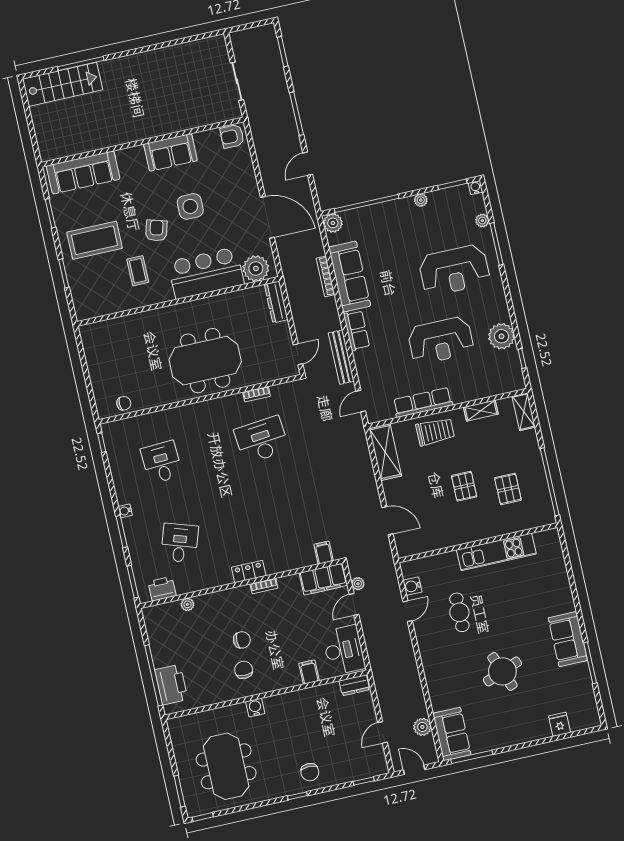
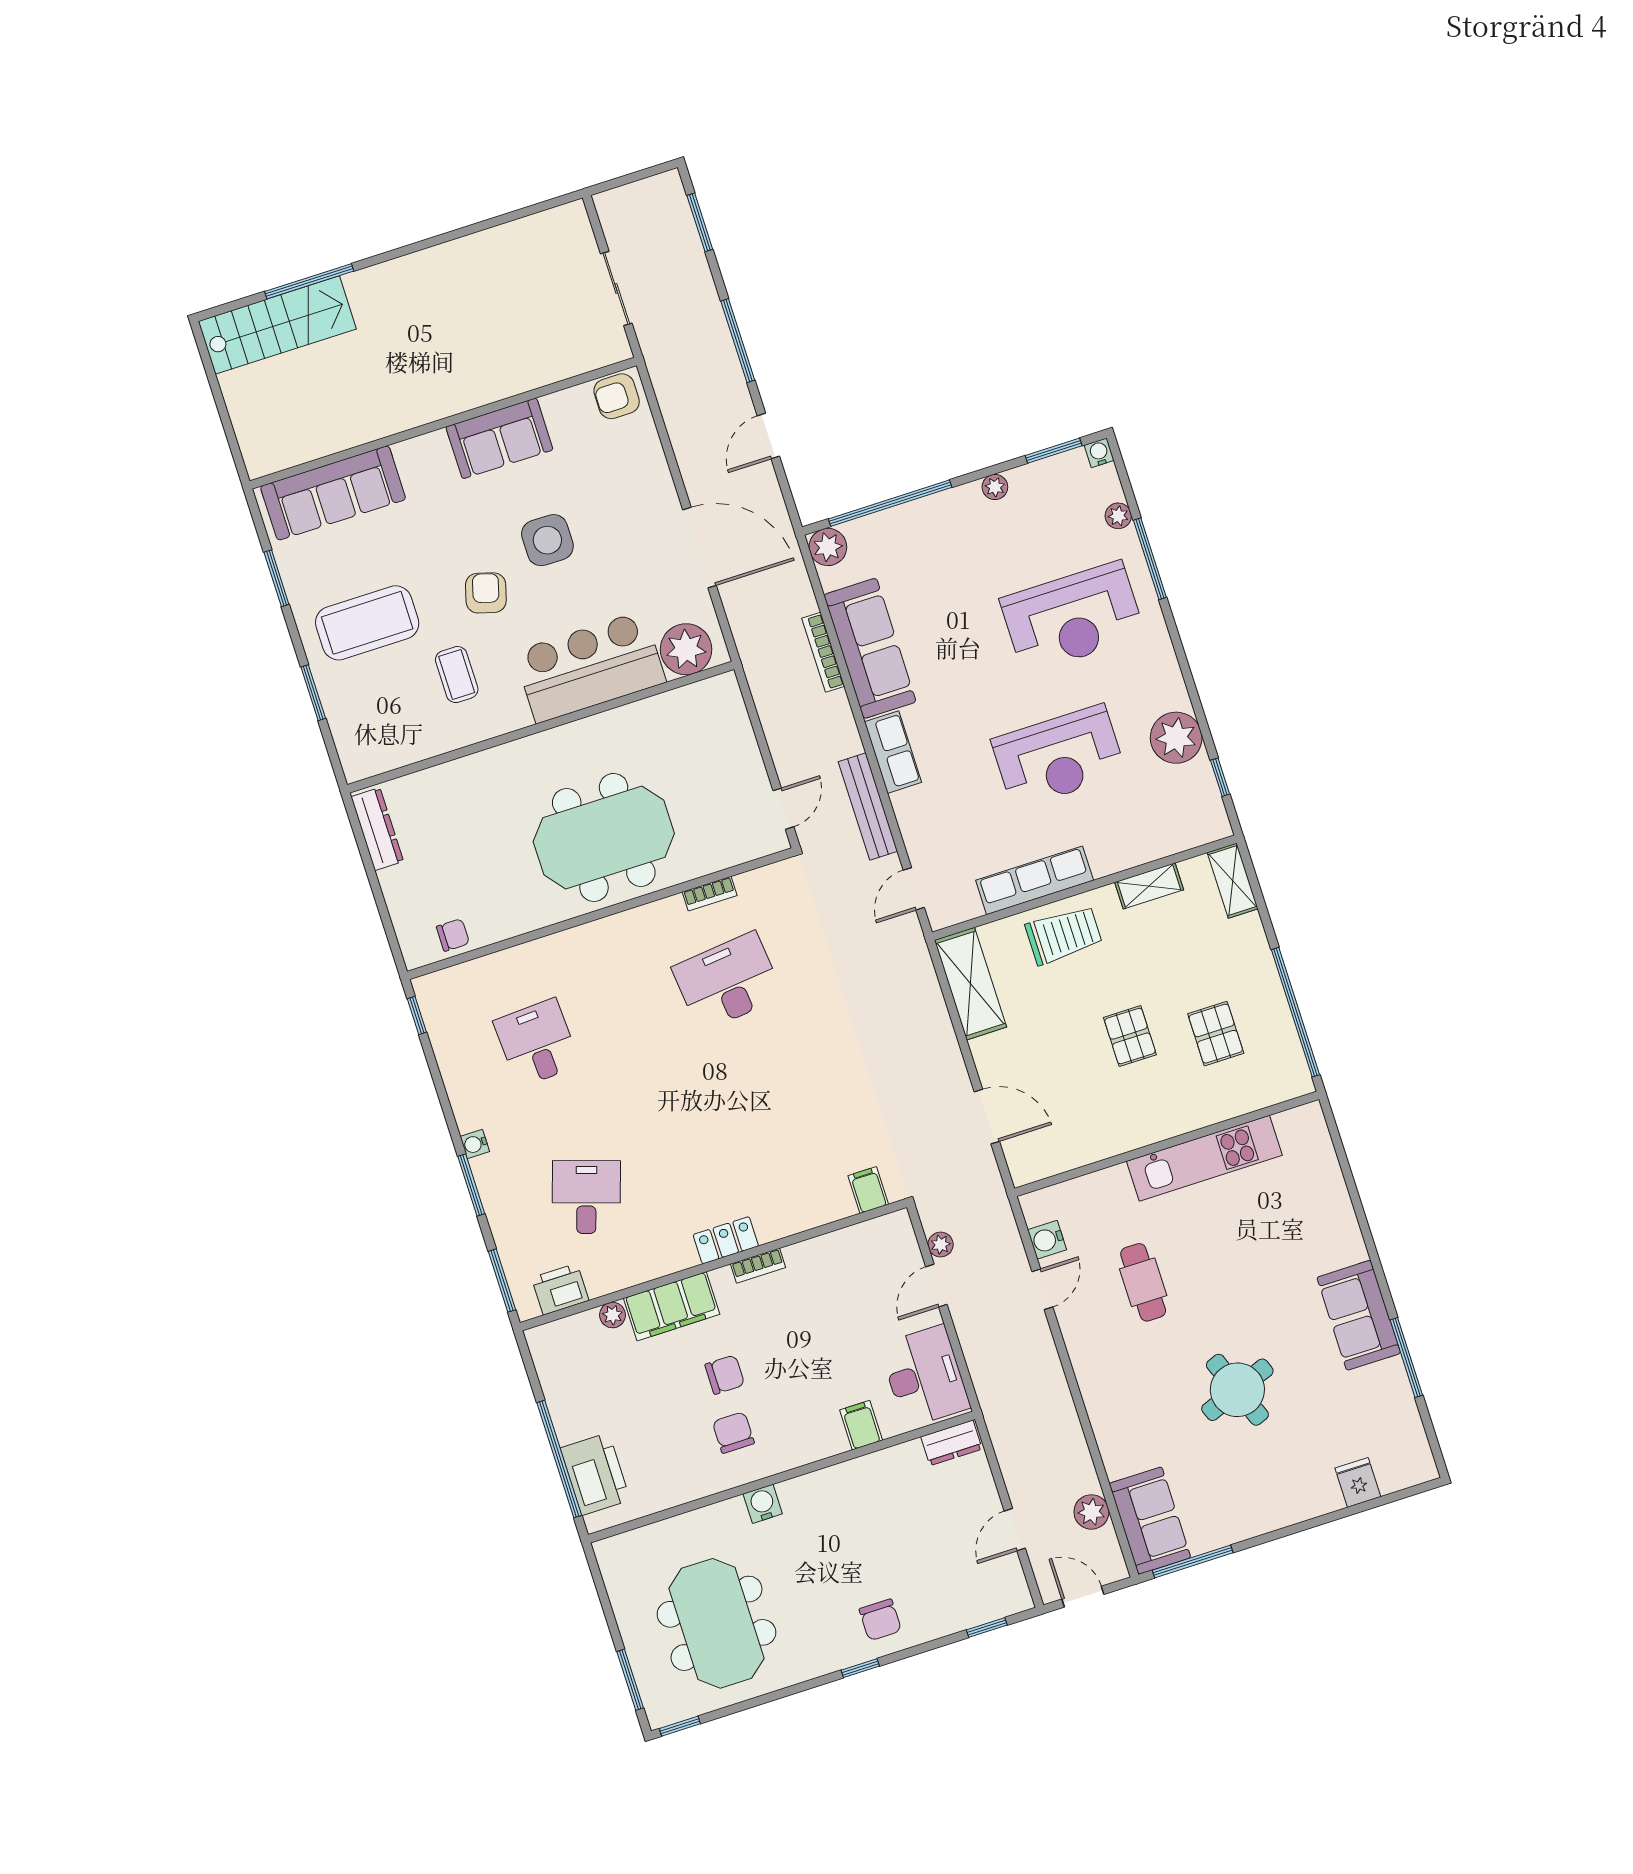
dresser: (276, 302) -> (377, 829), moved, turned 180
filing cabinet: (323, 579) -> (672, 1306), moved

